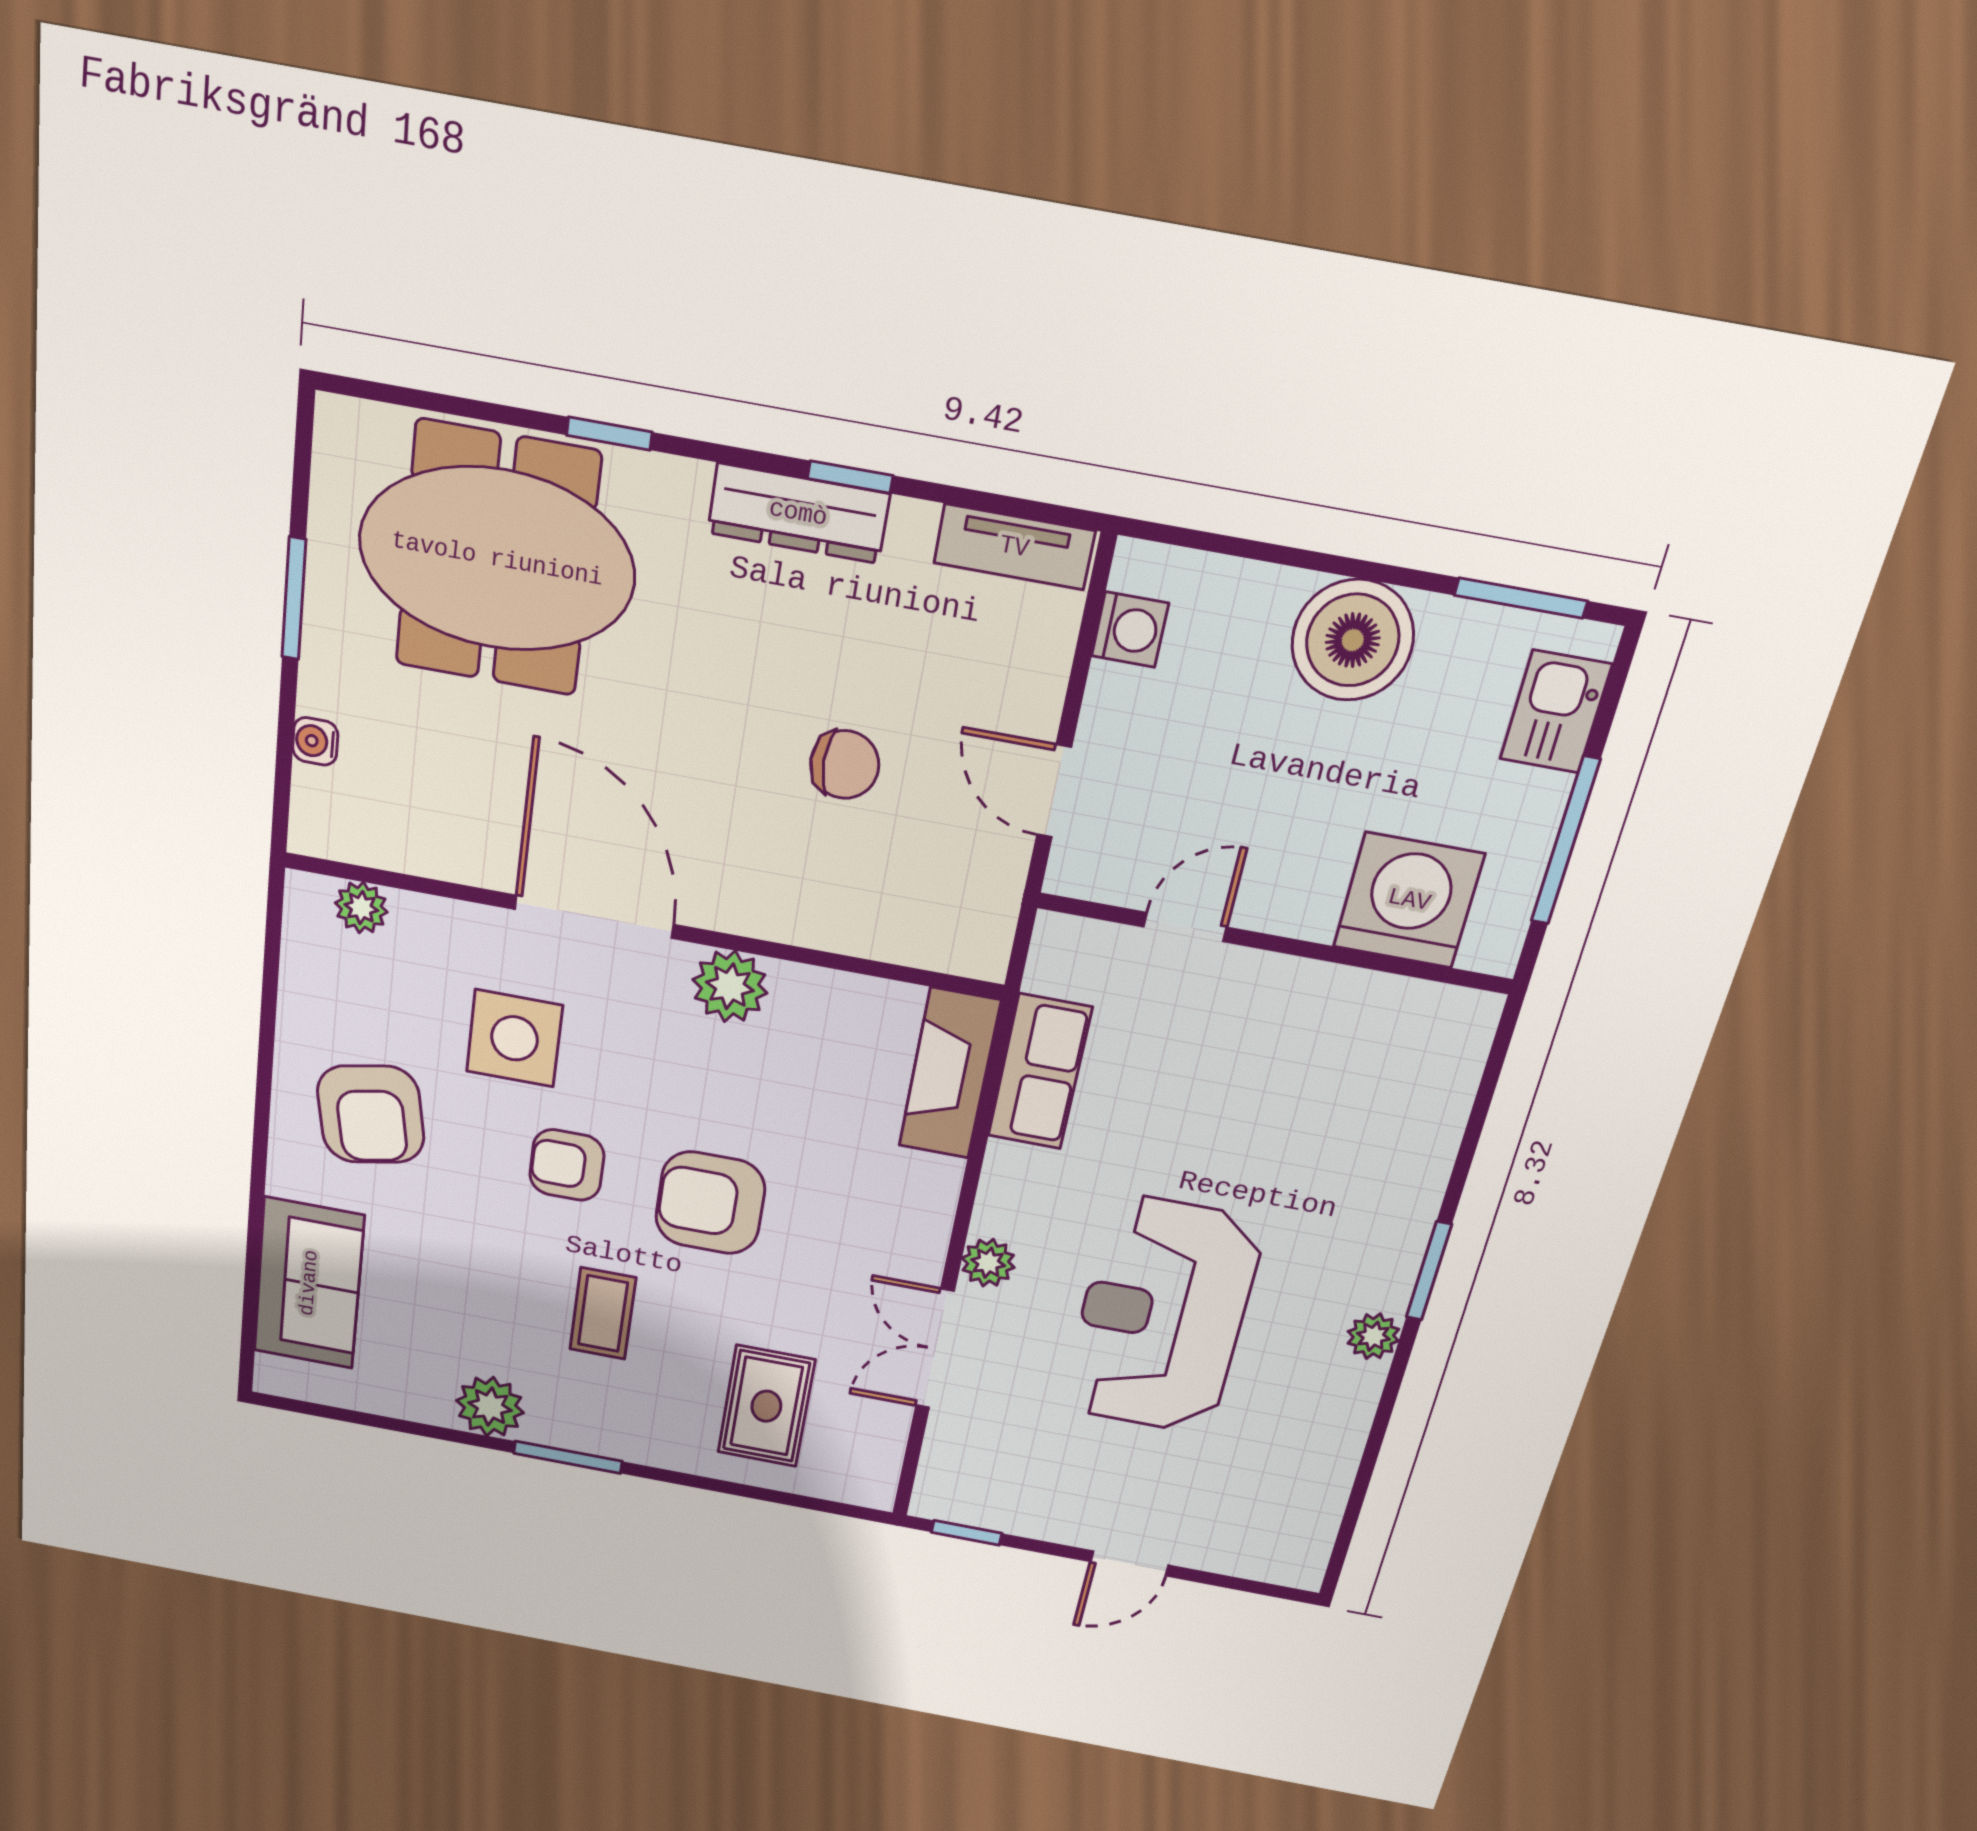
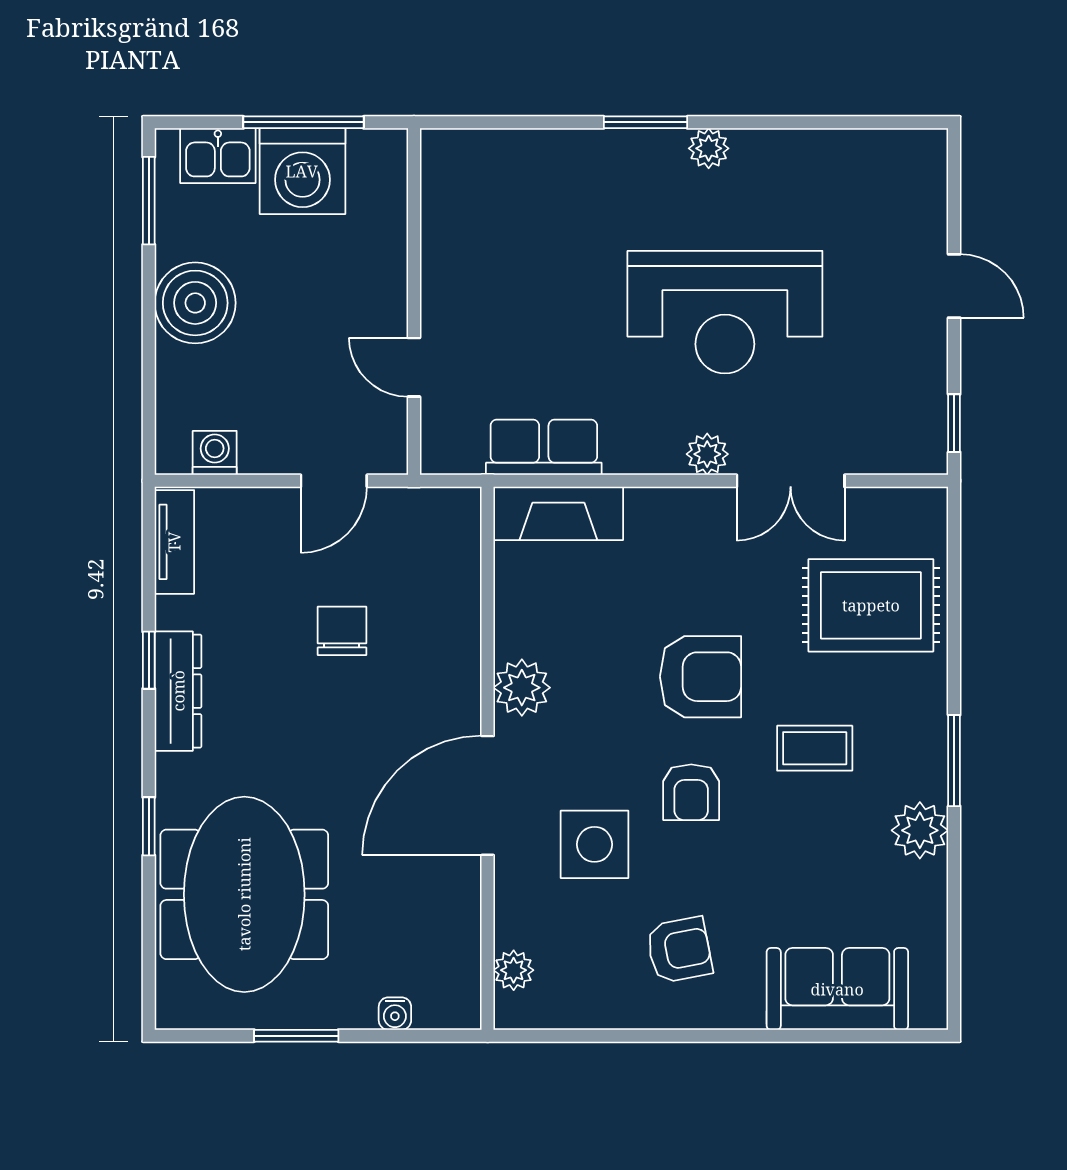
washing machine: (1409, 900) -> (302, 171), moved, turned -90
armchair: (371, 1114) -> (679, 950), width x0.72, depth x0.72
armchair: (710, 1203) -> (701, 677), turned -90
rug: (766, 1406) -> (871, 605), width x1.36, depth x1.43

